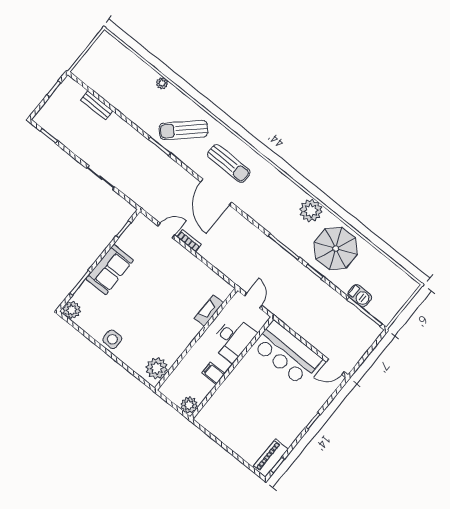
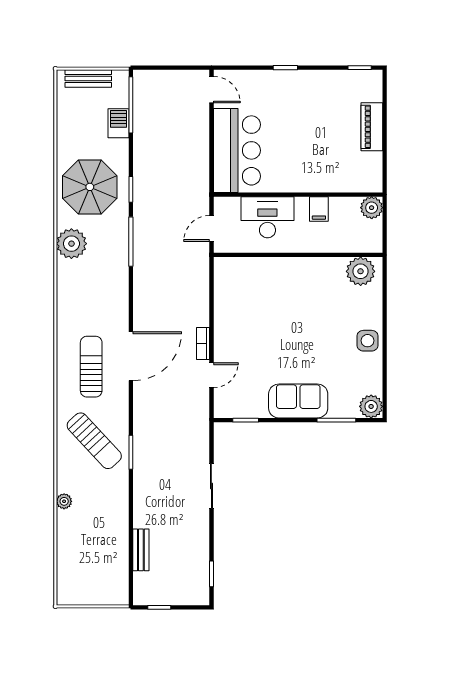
door: (166, 231) -> (211, 375), swing flipped
bench: (401, 299) -> (88, 79), added
fireplace: (209, 311) -> (258, 265), removed
piano: (270, 458) -> (372, 127), moved, turned 90

